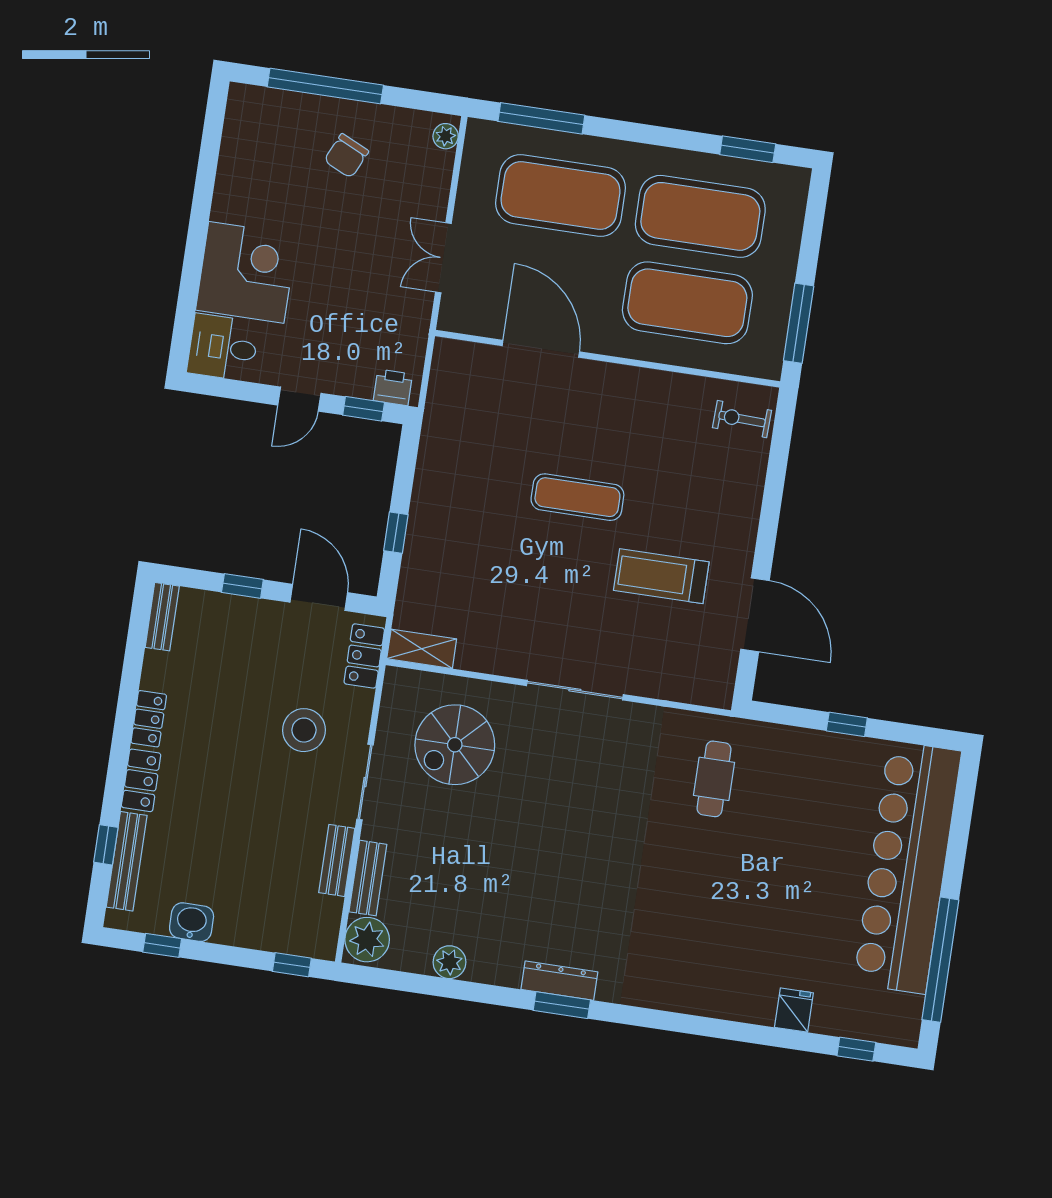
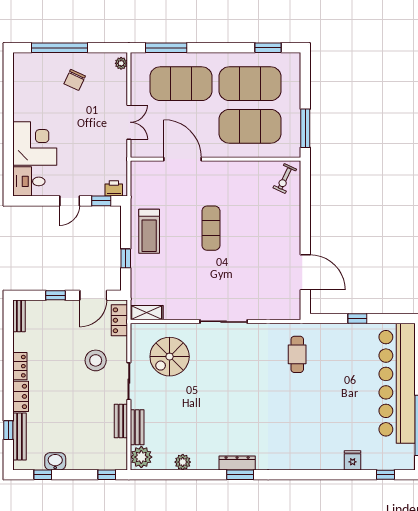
double door: (443, 258) -> (129, 122), swing flipped
exercise bike: (742, 419) -> (285, 179), turned -67
exercise mat: (577, 497) -> (211, 228), turned 90
treadmill: (661, 576) -> (149, 231), moved, turned -90
door: (319, 597) -> (93, 295), swing flipped

